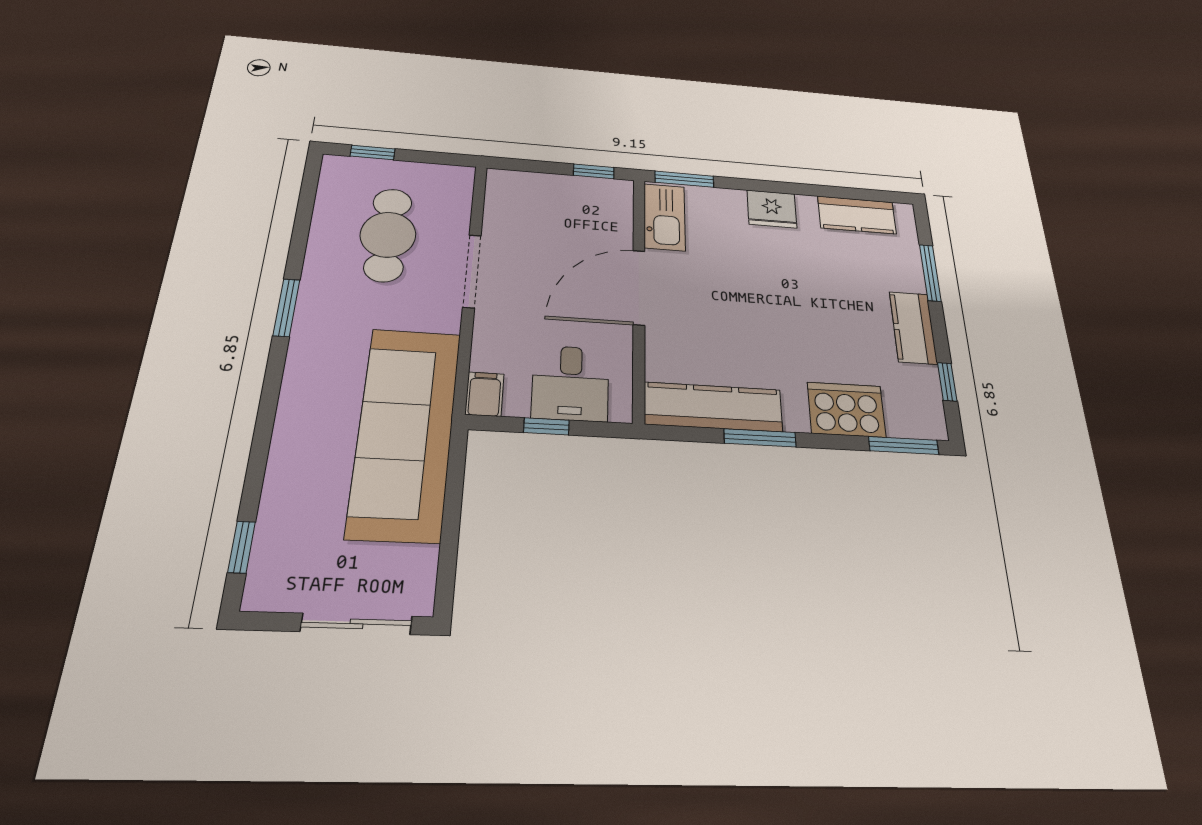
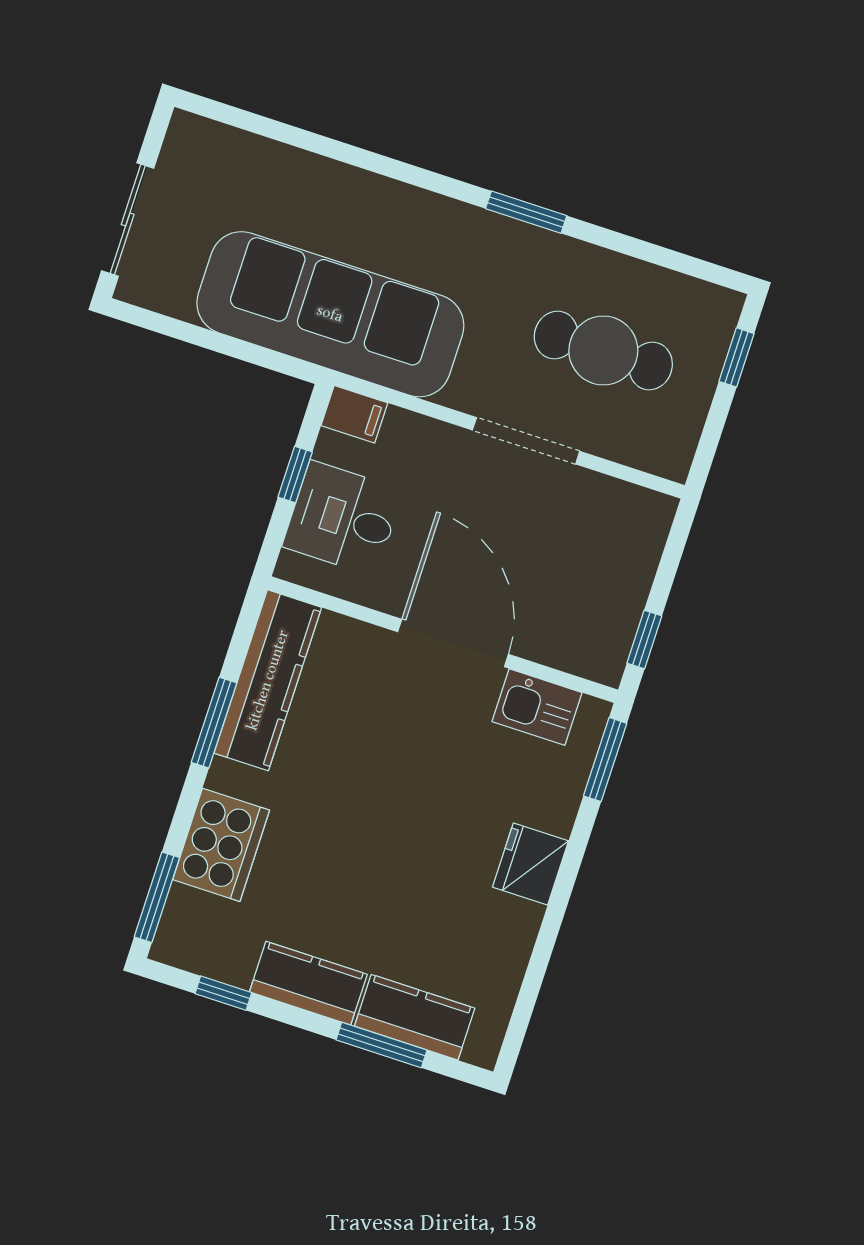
kitchen counter: (857, 215) -> (415, 1017), moved, turned 90
kitchen sink: (664, 217) -> (537, 707), width x0.73
window: (242, 547) -> (243, 119), removed

